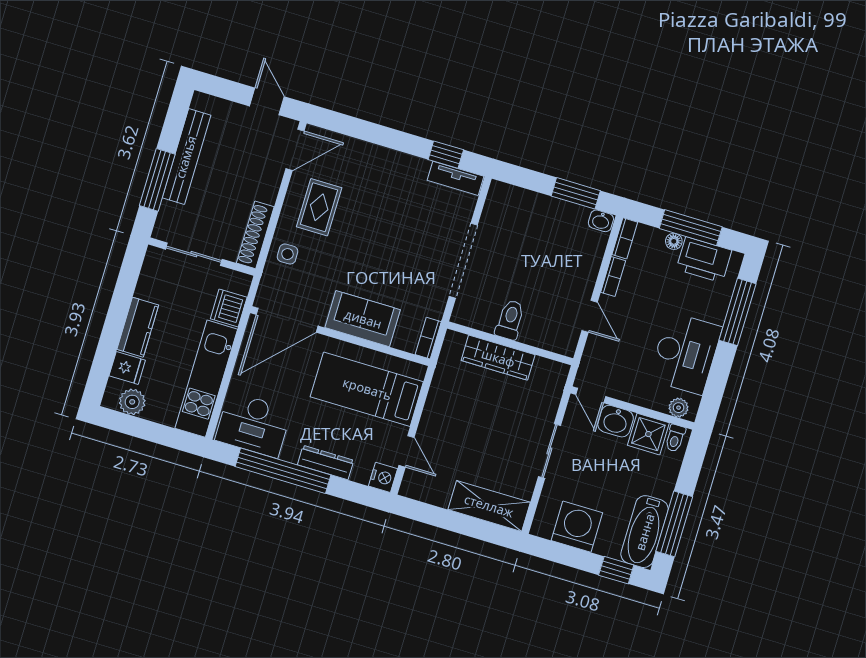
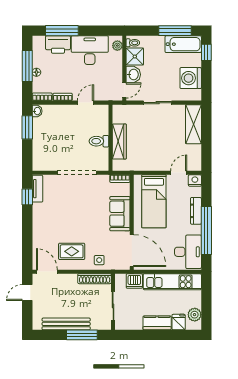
printer: (704, 260) -> (58, 44), moved, turned 90

